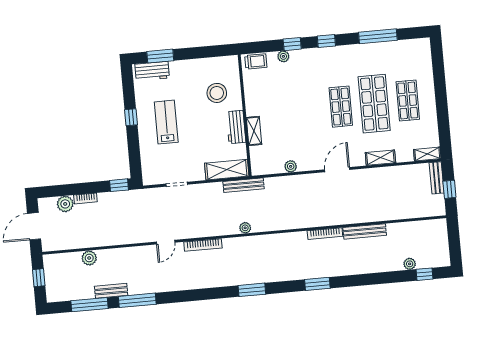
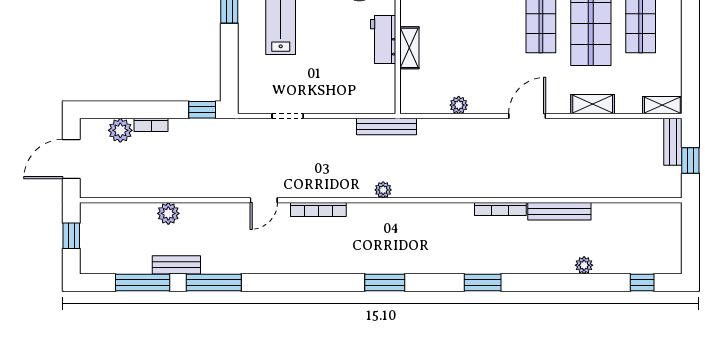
shelving: (227, 170) -> (364, 101), removed
plant: (89, 258) -> (168, 213), moved
plant: (410, 264) -> (584, 265), moved

